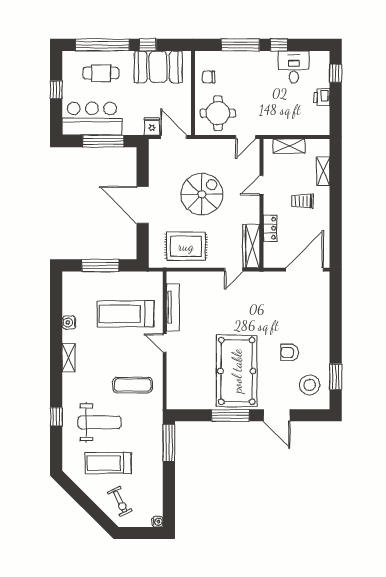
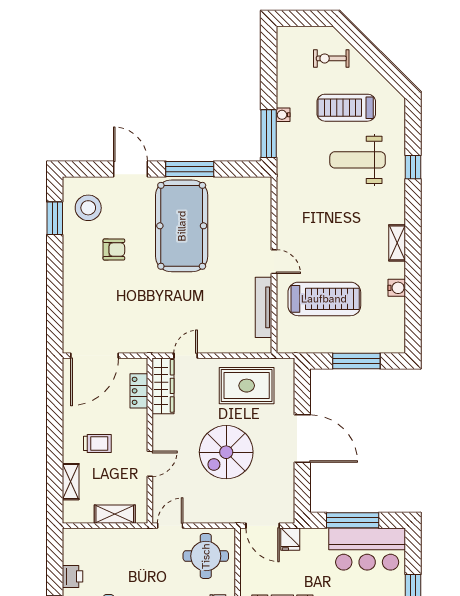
locker: (270, 228) -> (139, 391), moved
exercise mat: (133, 385) -> (315, 208), removed
treadmill: (108, 463) -> (346, 108), turned 180
exercise bike: (120, 502) -> (331, 58), turned -63
water cooler: (158, 522) -> (283, 115), moved

